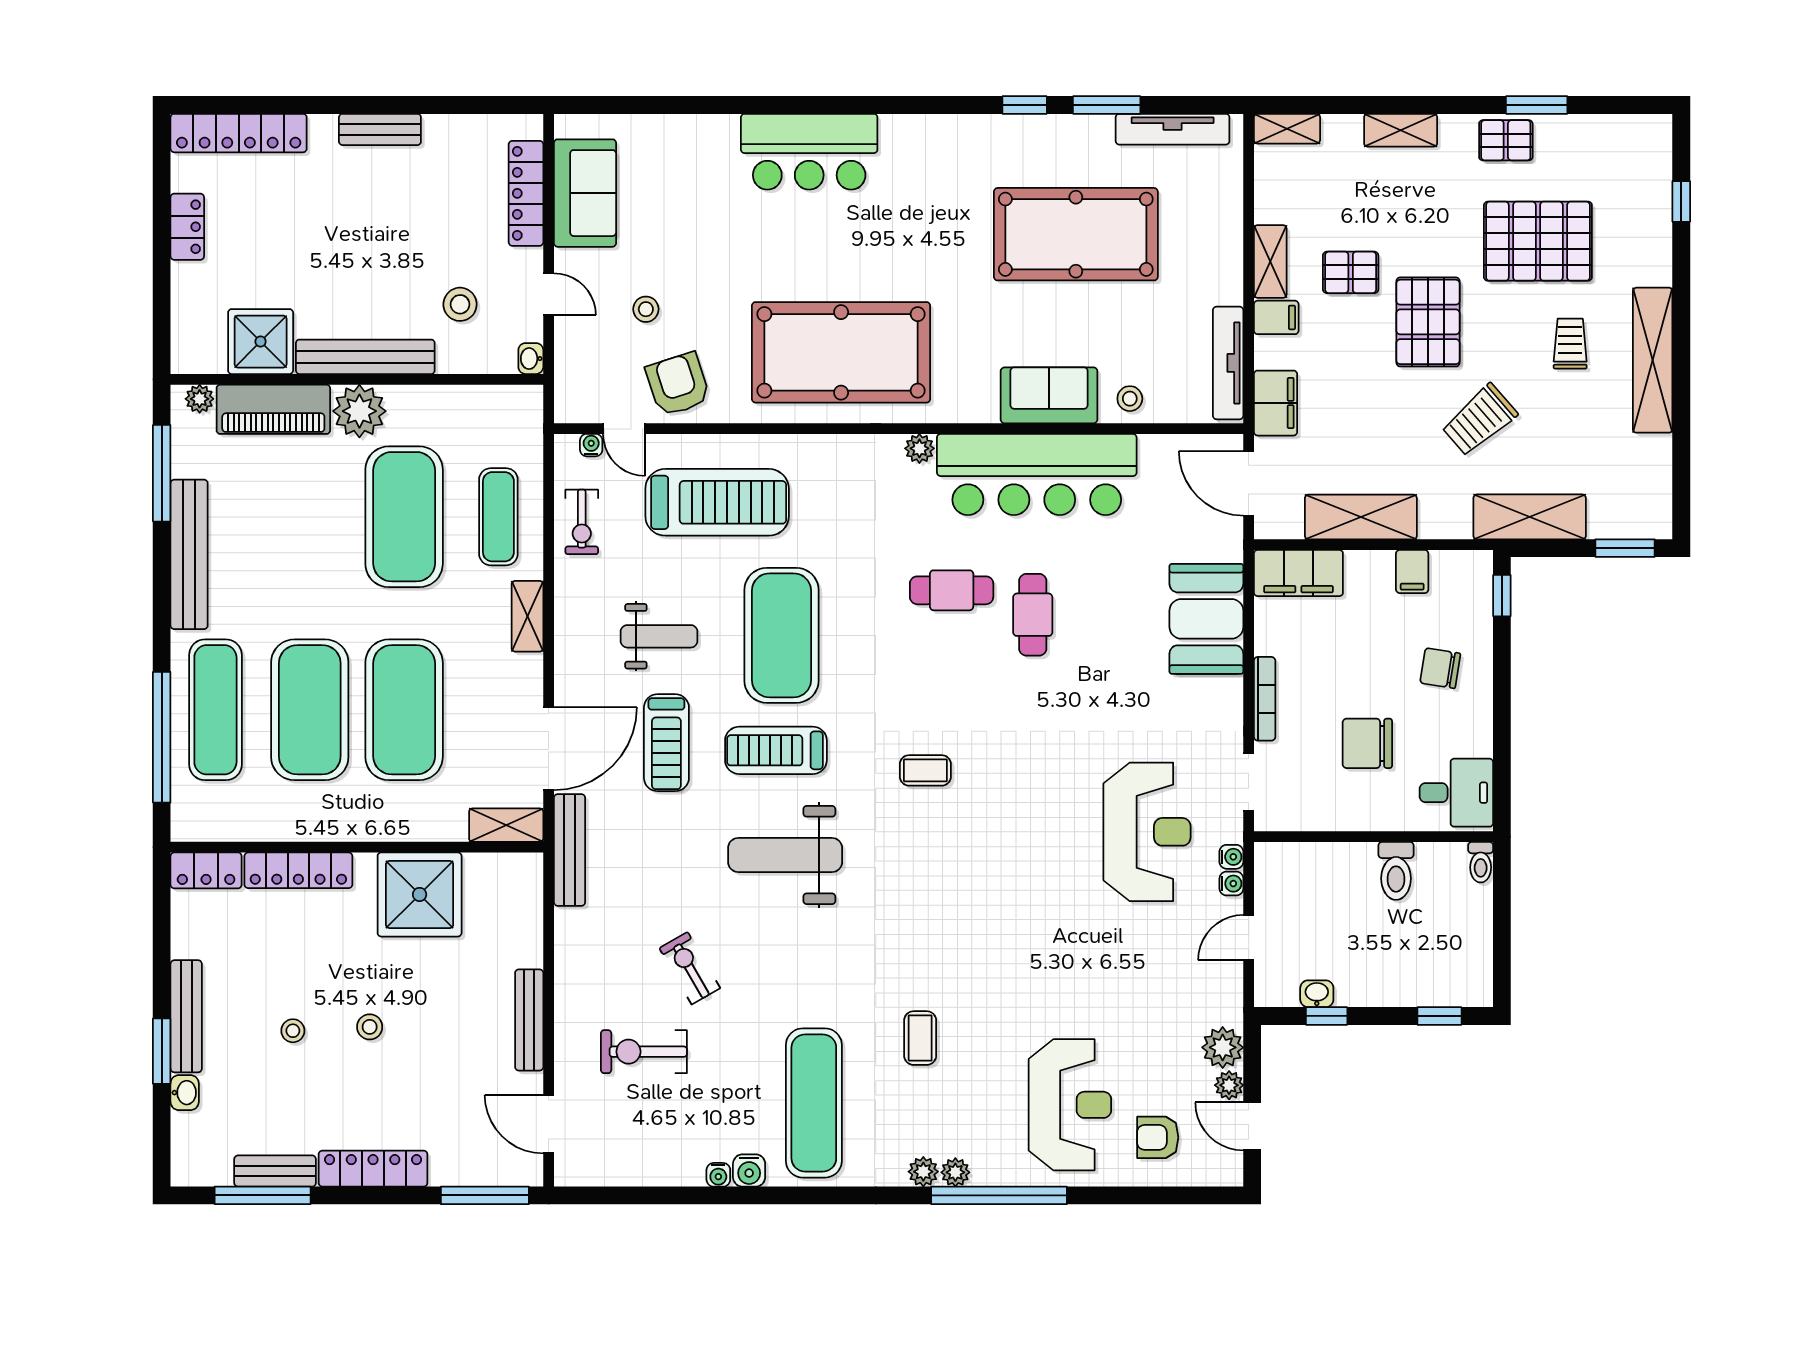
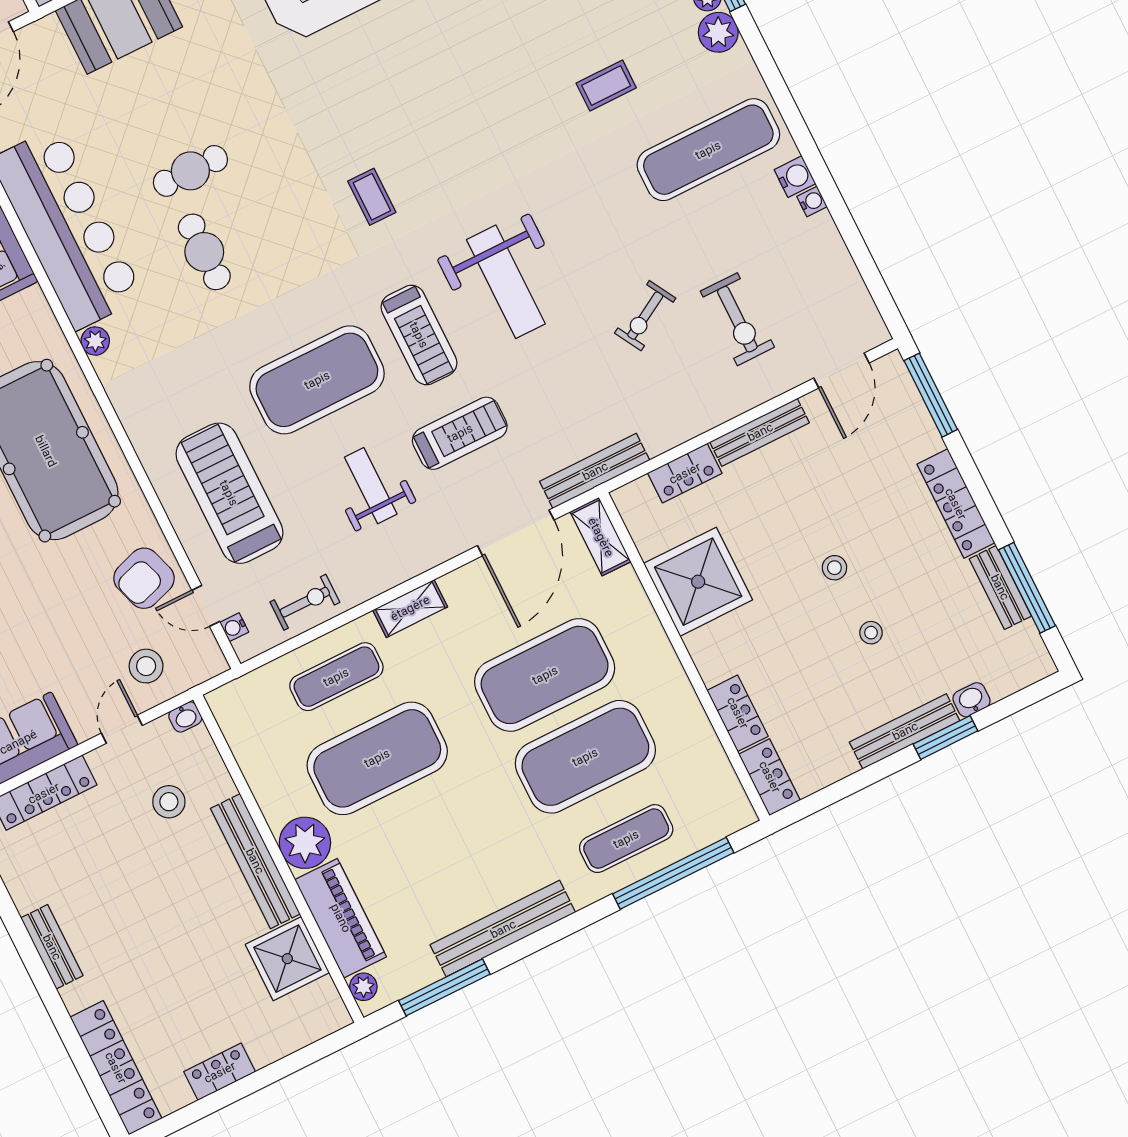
stool: (646, 309) -> (146, 666), moved, width x1.37, depth x1.37
door: (624, 429) -> (206, 606), swing flipped
exercise mat: (215, 710) -> (626, 839), width x0.73, depth x0.69
door: (549, 749) -> (516, 533), swing flipped
locker: (298, 870) -> (738, 713), width x0.66
locker: (526, 932) -> (685, 473), added
plant: (923, 1172) -> (718, 32), width x1.38, depth x1.38

